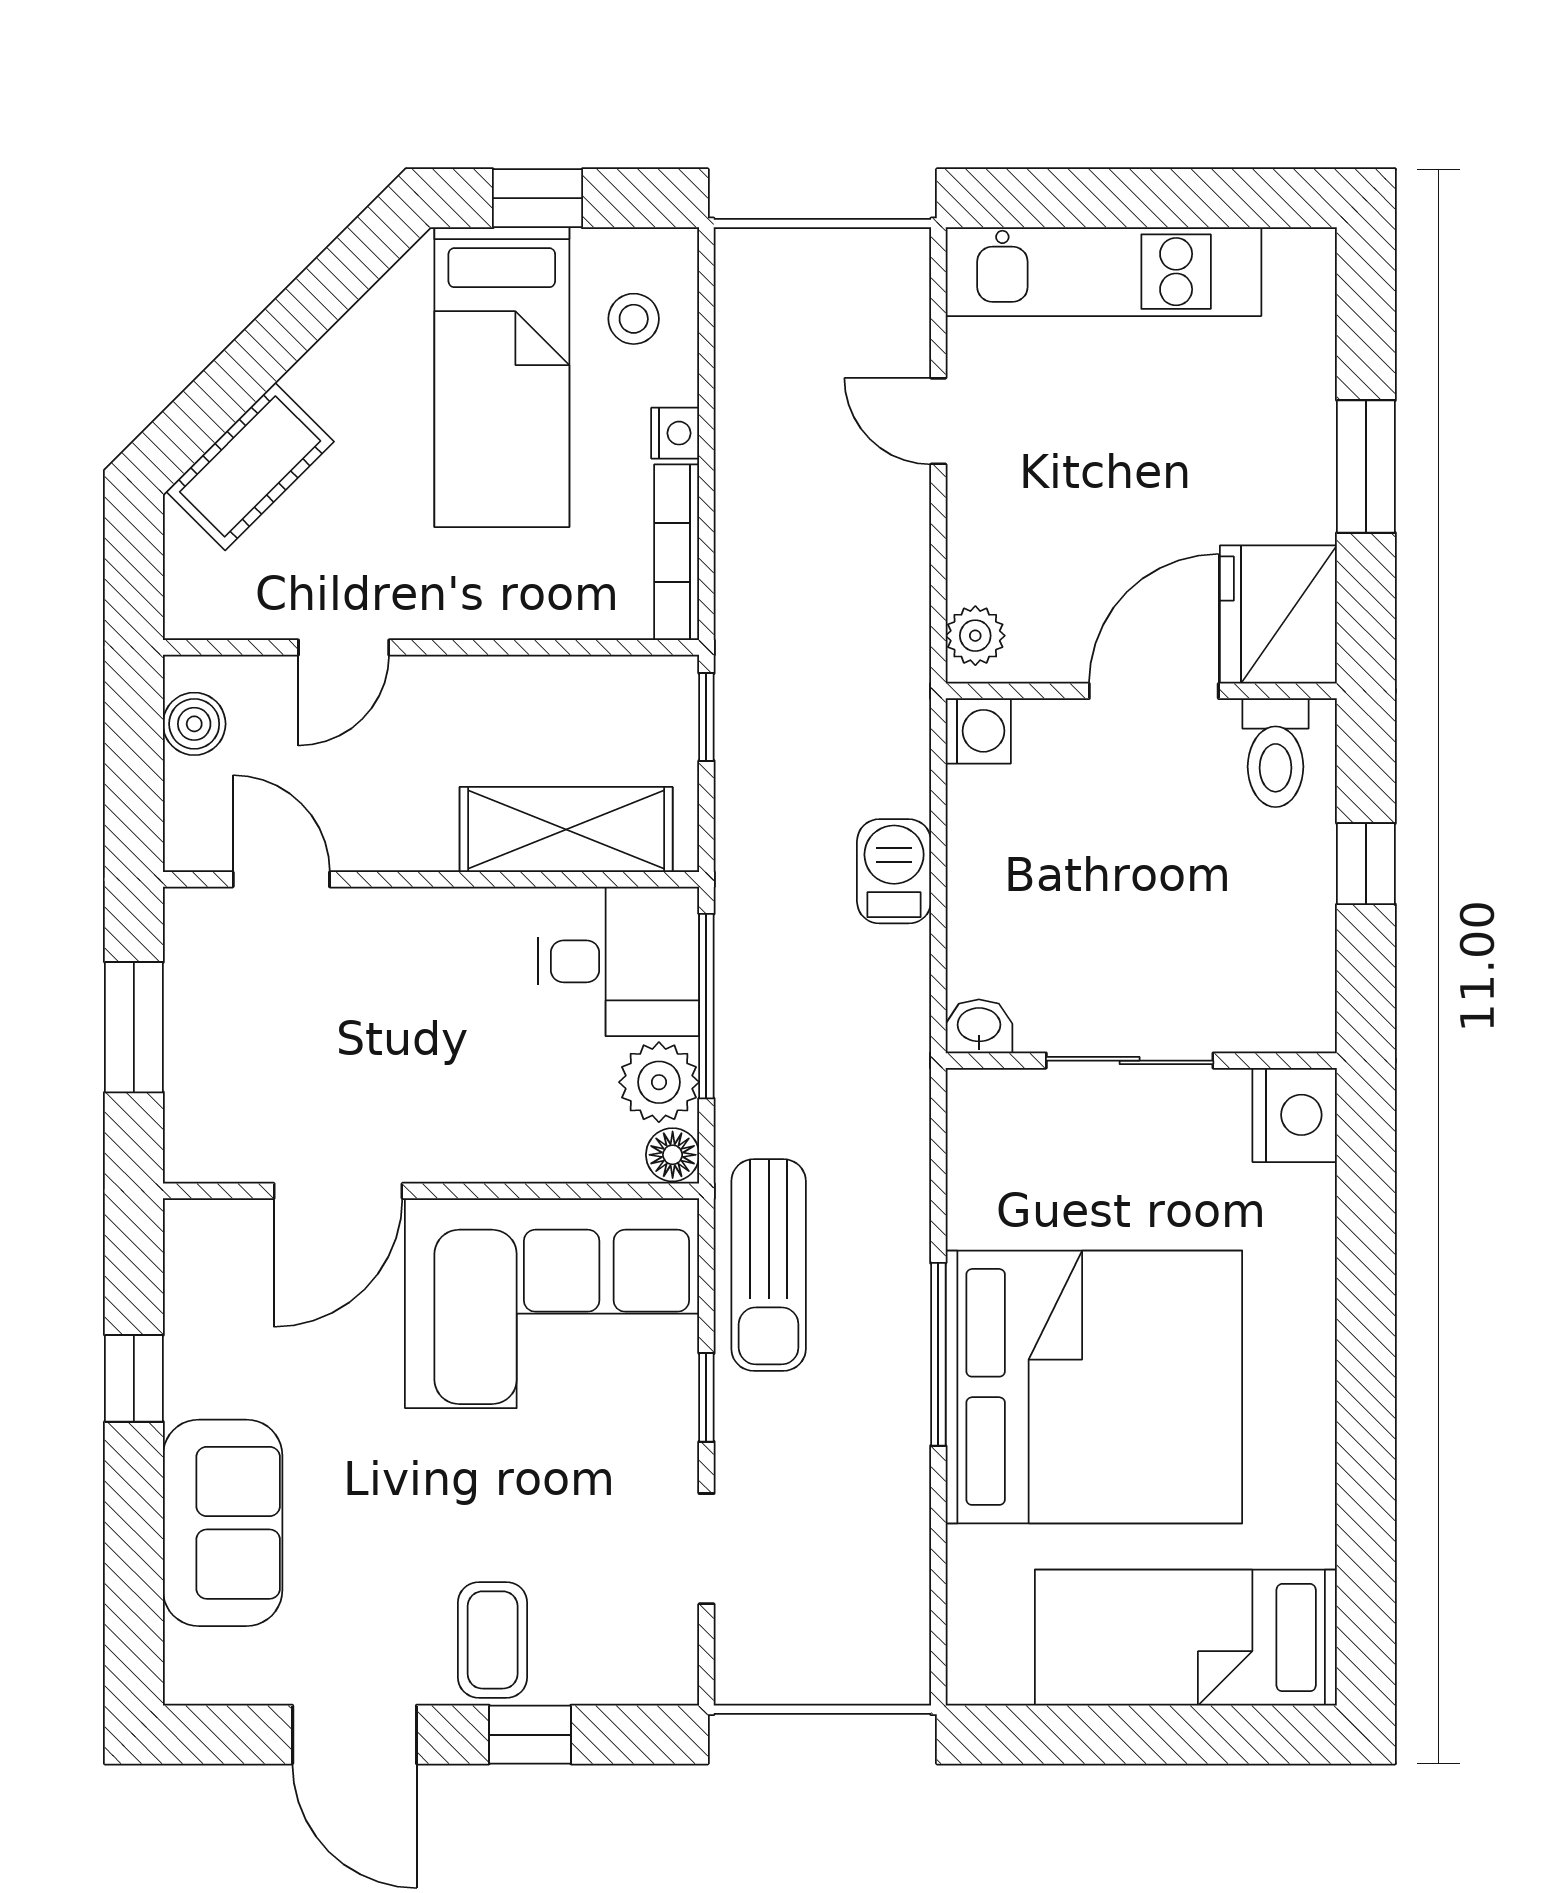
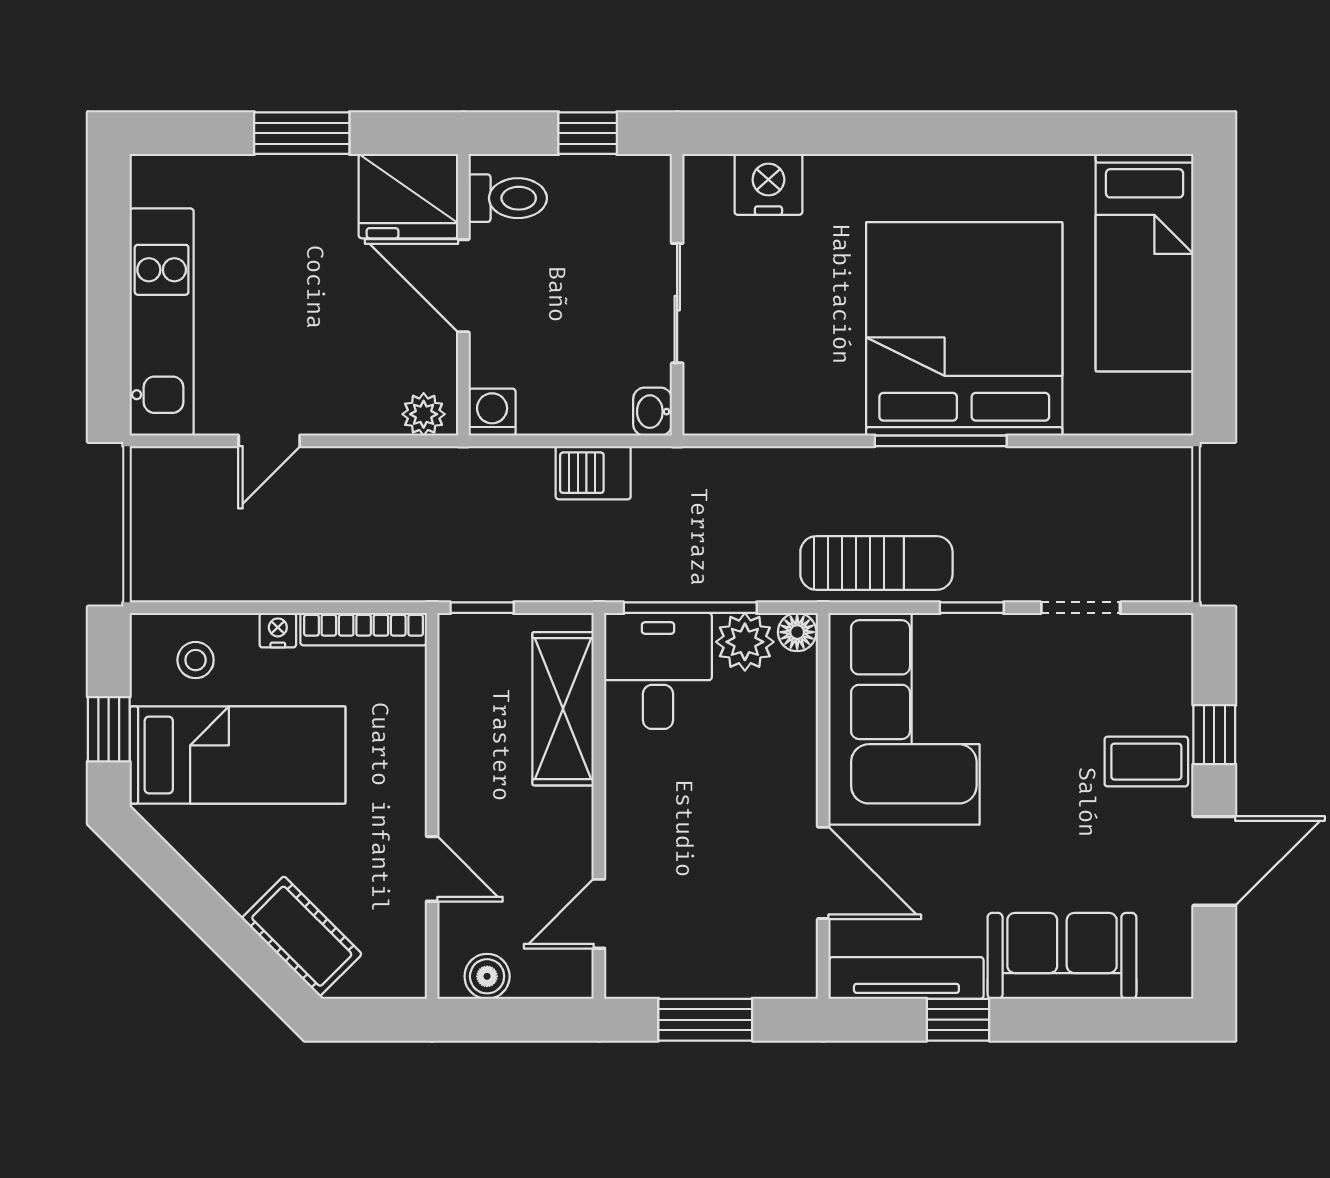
washbasin: (979, 1026) -> (653, 412), moved
sliding door: (1130, 1061) -> (677, 303), moved
wall: (1141, 1061) -> (677, 295), moved
tv unit: (192, 1307) -> (906, 978), added

